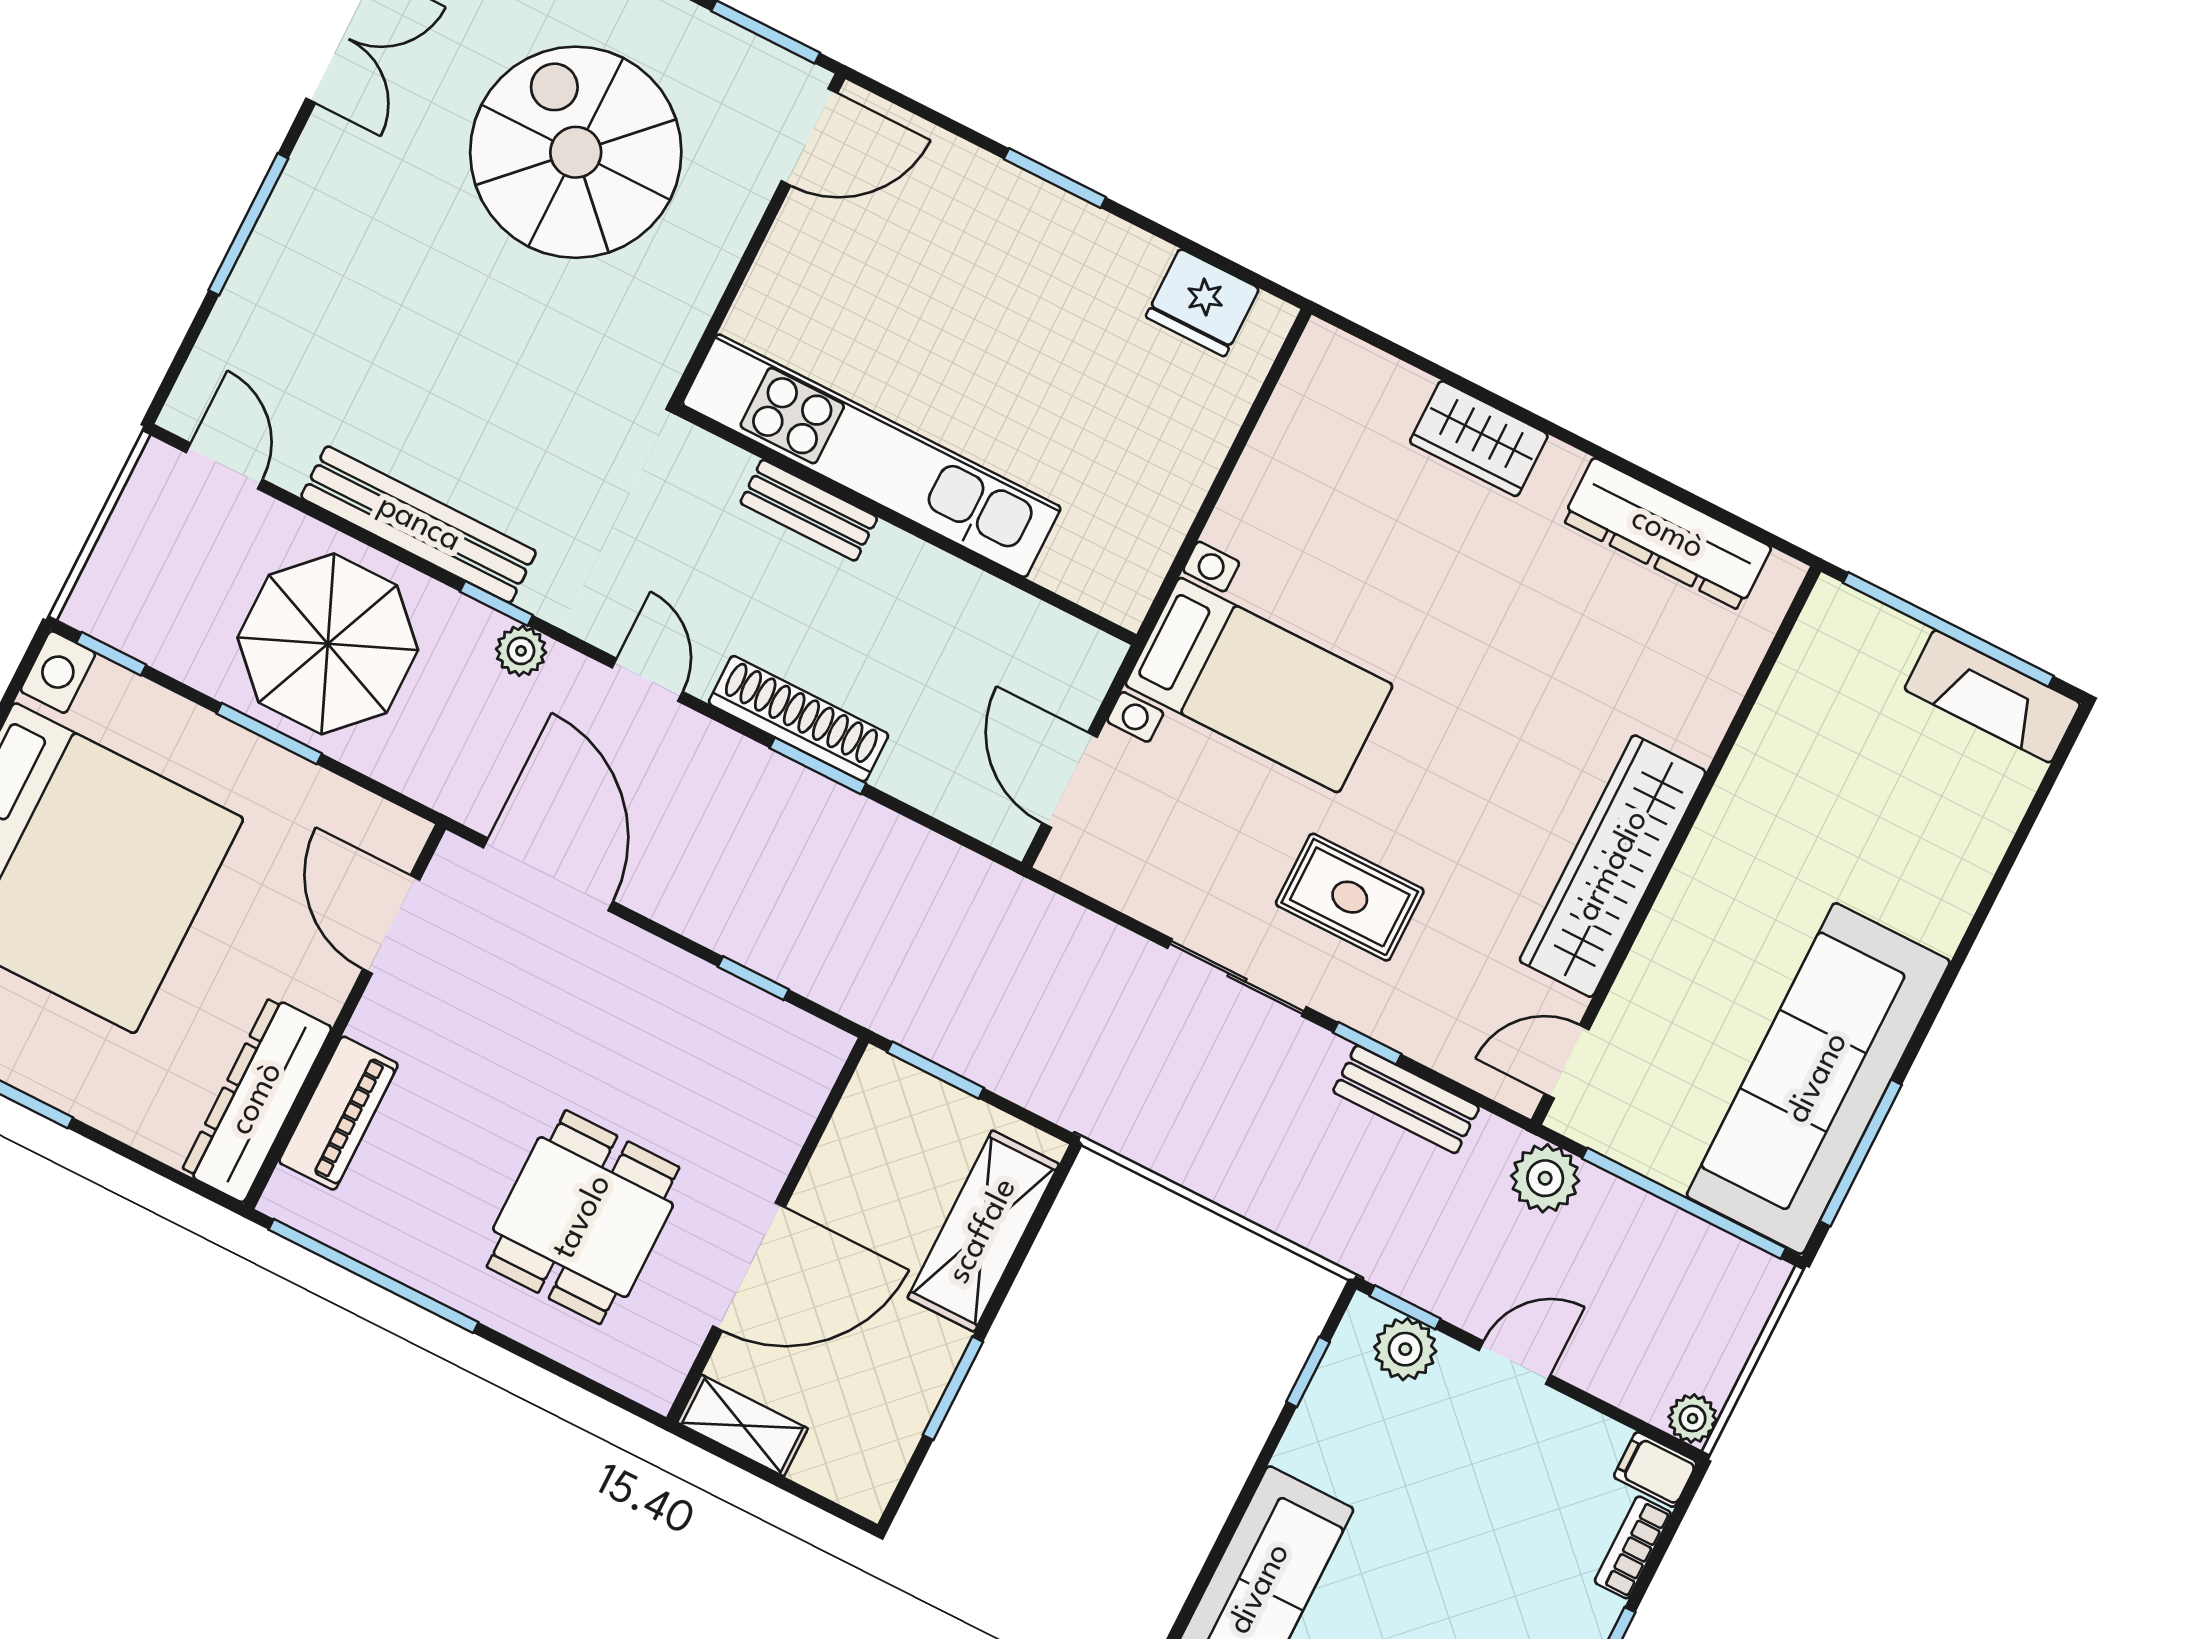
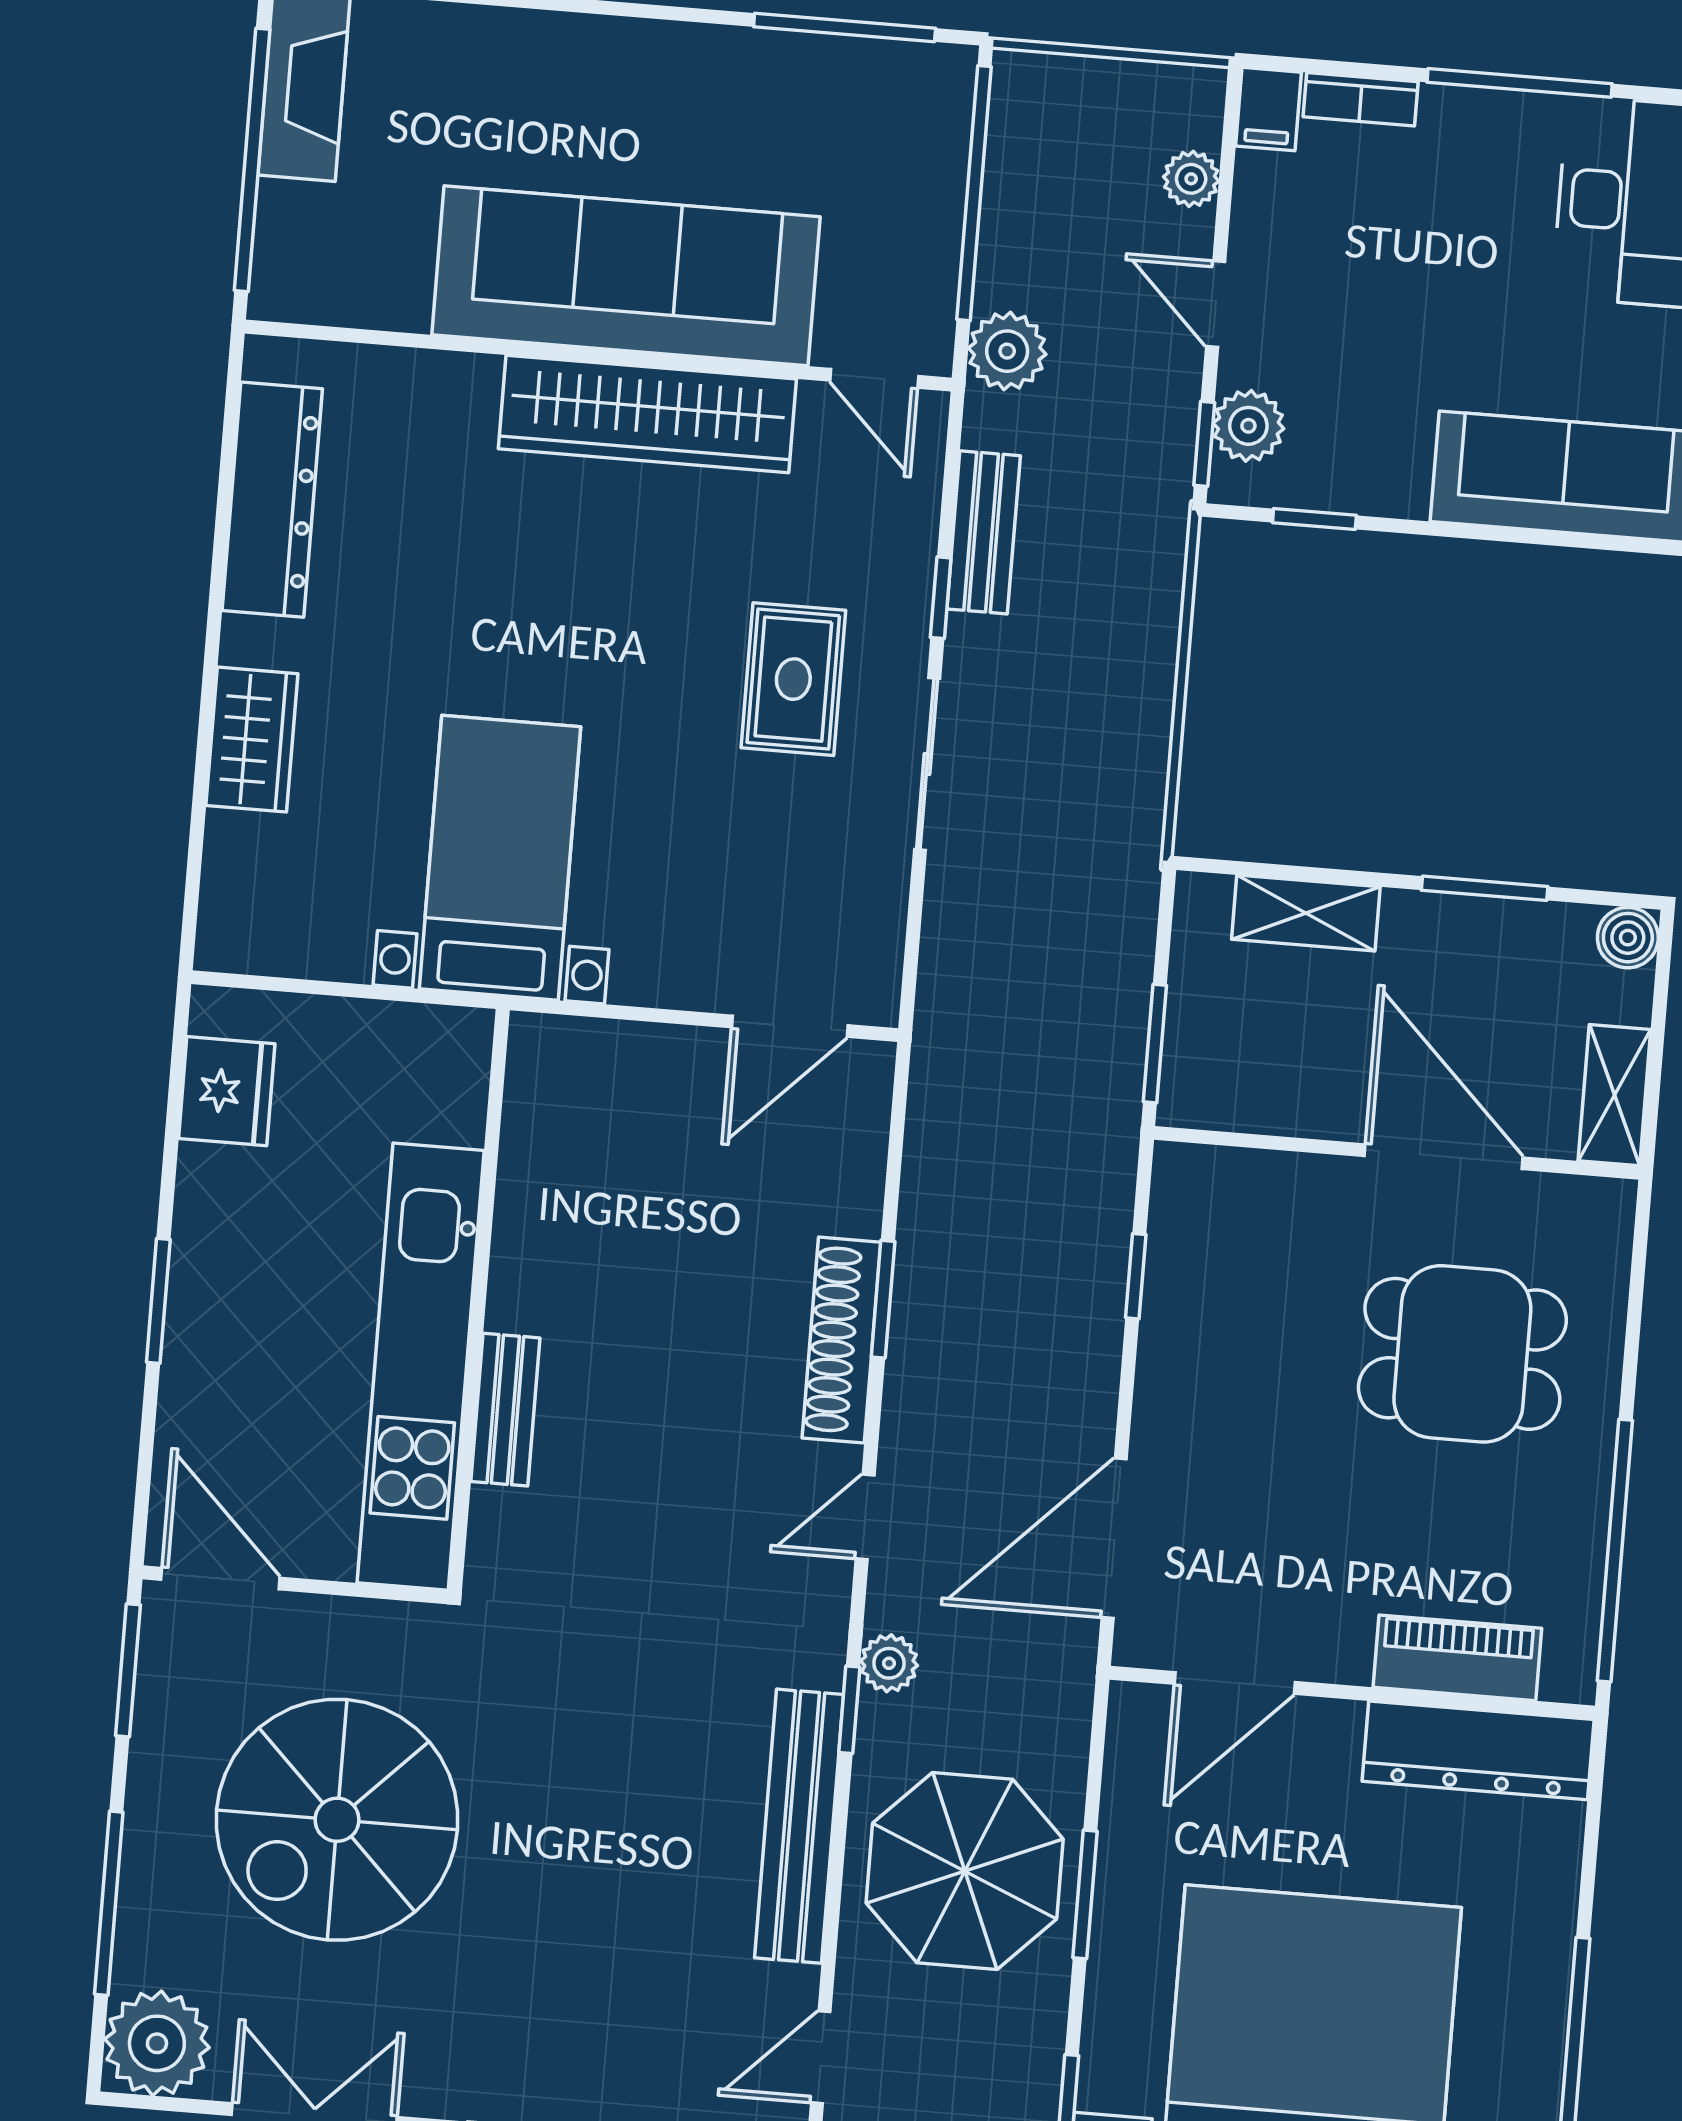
kitchen unit: (872, 456) -> (421, 1367), moved
bench: (809, 510) -> (505, 1410), moved
wall: (906, 525) -> (479, 1300), moved
bed with nightstands: (1259, 685) -> (500, 858), moved
sofa: (1818, 1078) -> (626, 276), moved, turned 180
shelving: (983, 1231) -> (1306, 913), width x0.67, depth x0.75
plant: (1693, 1419) -> (1191, 179), moved
boiler: (866, 1488) -> (1628, 938), added

